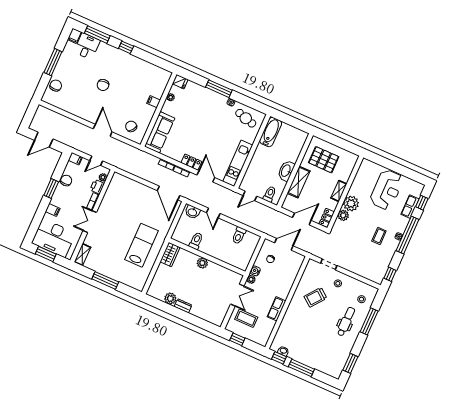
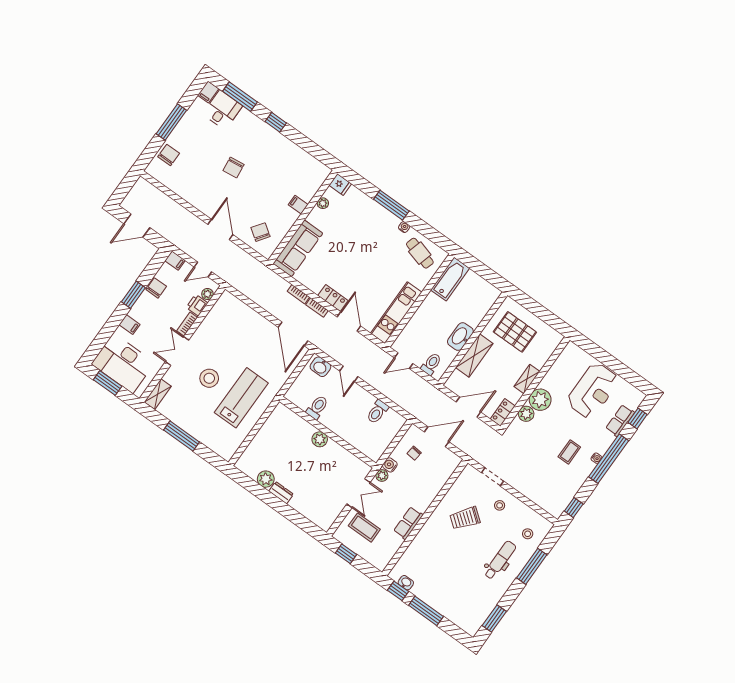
stool: (116, 236) -> (209, 378), added
wardrobe: (170, 254) -> (278, 419), removed

